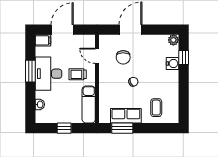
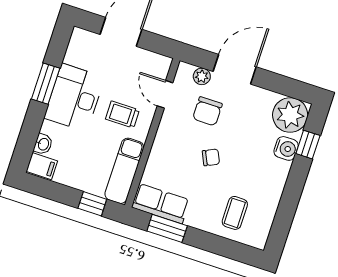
plant: (114, 39) -> (202, 76), added
filing cabinet: (43, 40) -> (42, 166), moved
plant: (173, 40) -> (290, 115), width x1.88, depth x1.88
row of seats: (126, 116) -> (161, 204), moved
window: (64, 128) -> (92, 204), moved

